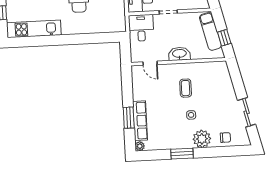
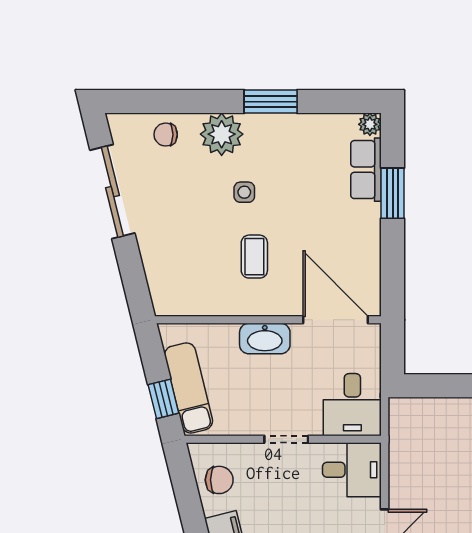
window: (224, 38) -> (163, 399), moved
door: (150, 63) -> (336, 320), width x1.88
sliding door: (247, 112) -> (112, 192), width x1.37
row of seats: (140, 121) -> (366, 170), width x0.68

